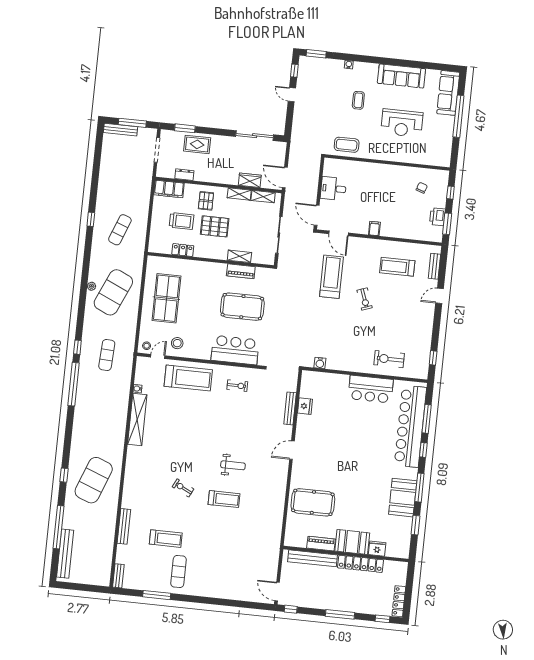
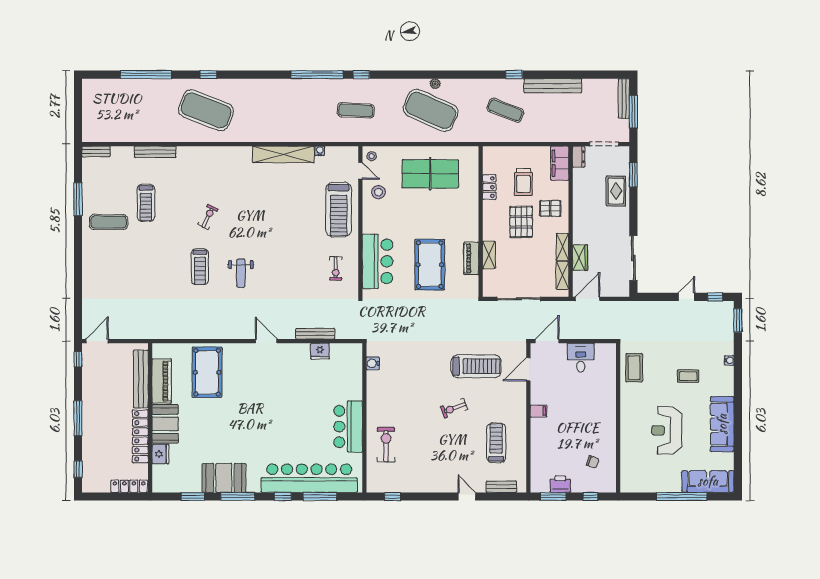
dresser: (184, 175) -> (579, 157), moved
piano: (321, 544) -> (162, 381), width x1.37, depth x1.33
bench: (65, 554) -> (553, 86), moved
locker: (399, 601) -> (129, 486), moved

